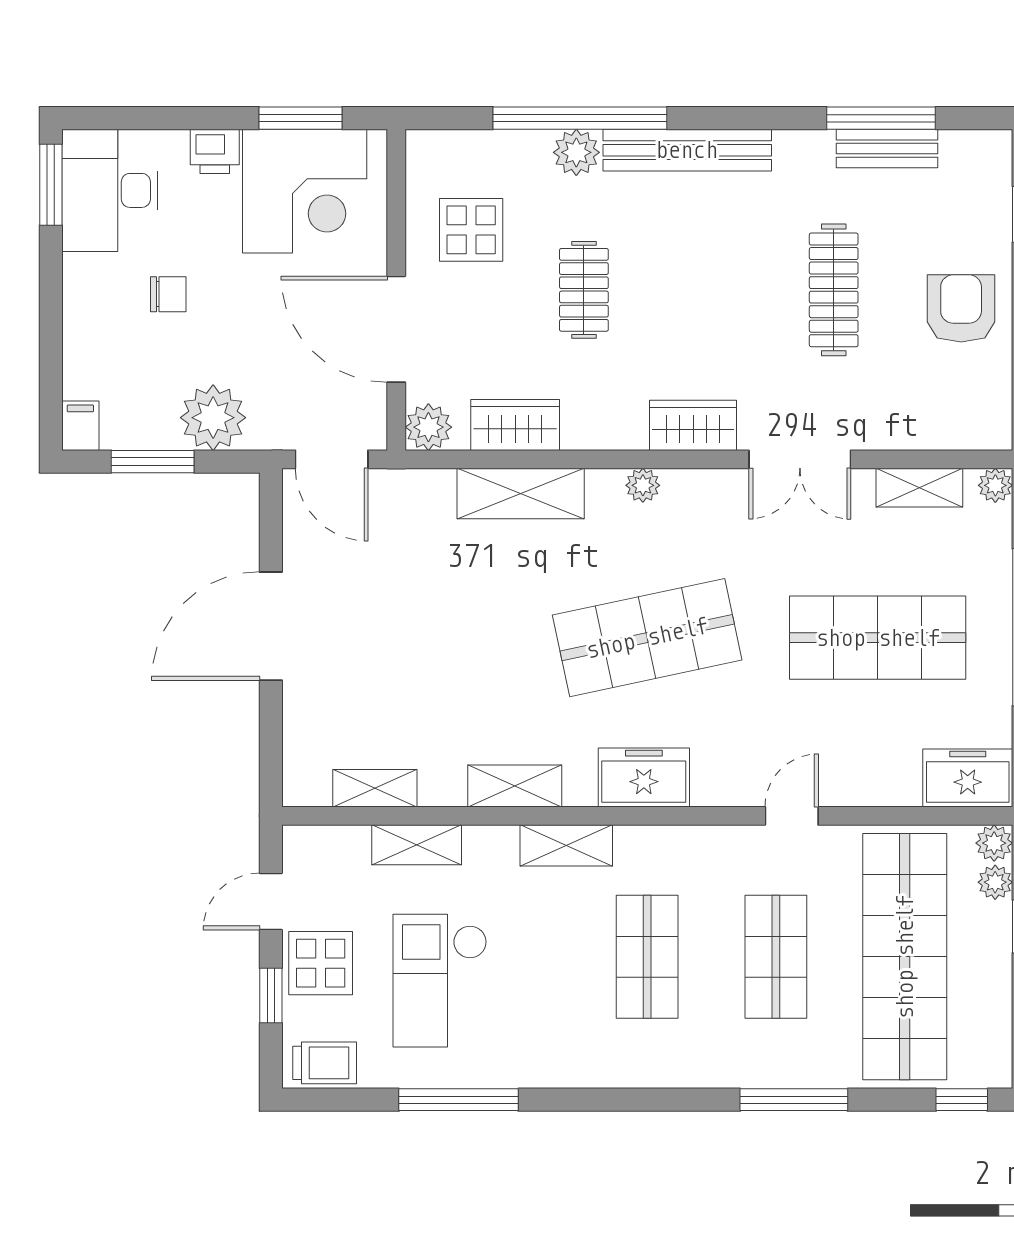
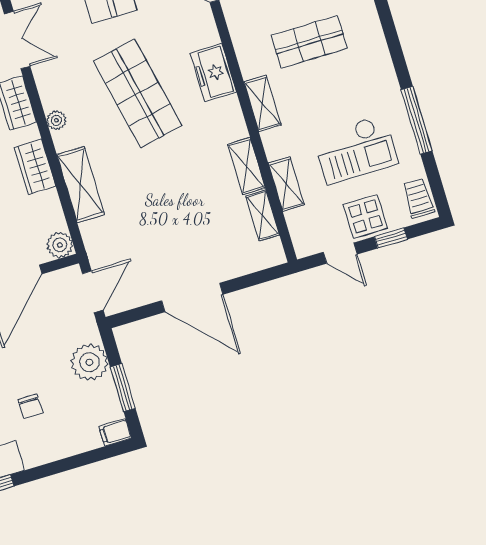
chair: (168, 294) -> (30, 406), turned 180
wardrobe: (515, 425) -> (35, 167), moved
shelving: (515, 786) -> (246, 166), moved

